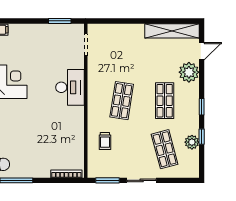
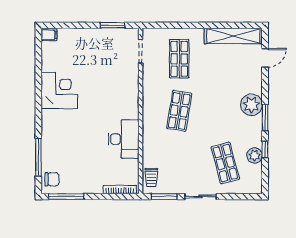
plant: (189, 72) -> (251, 105), moved
desk: (70, 87) -> (124, 139), moved
shop shelf: (165, 101) -> (179, 59), moved
window: (202, 107) -> (265, 118), width x1.50
trolley: (105, 141) -> (151, 178), moved

